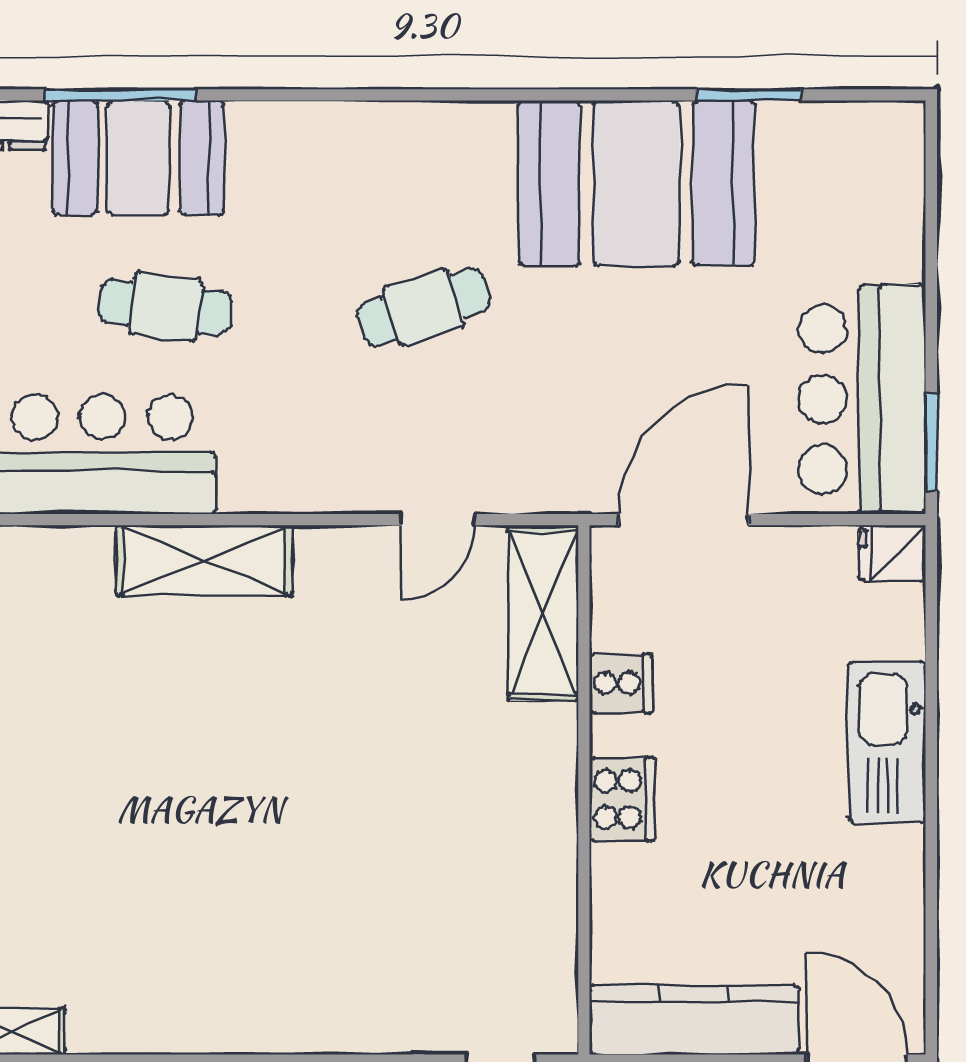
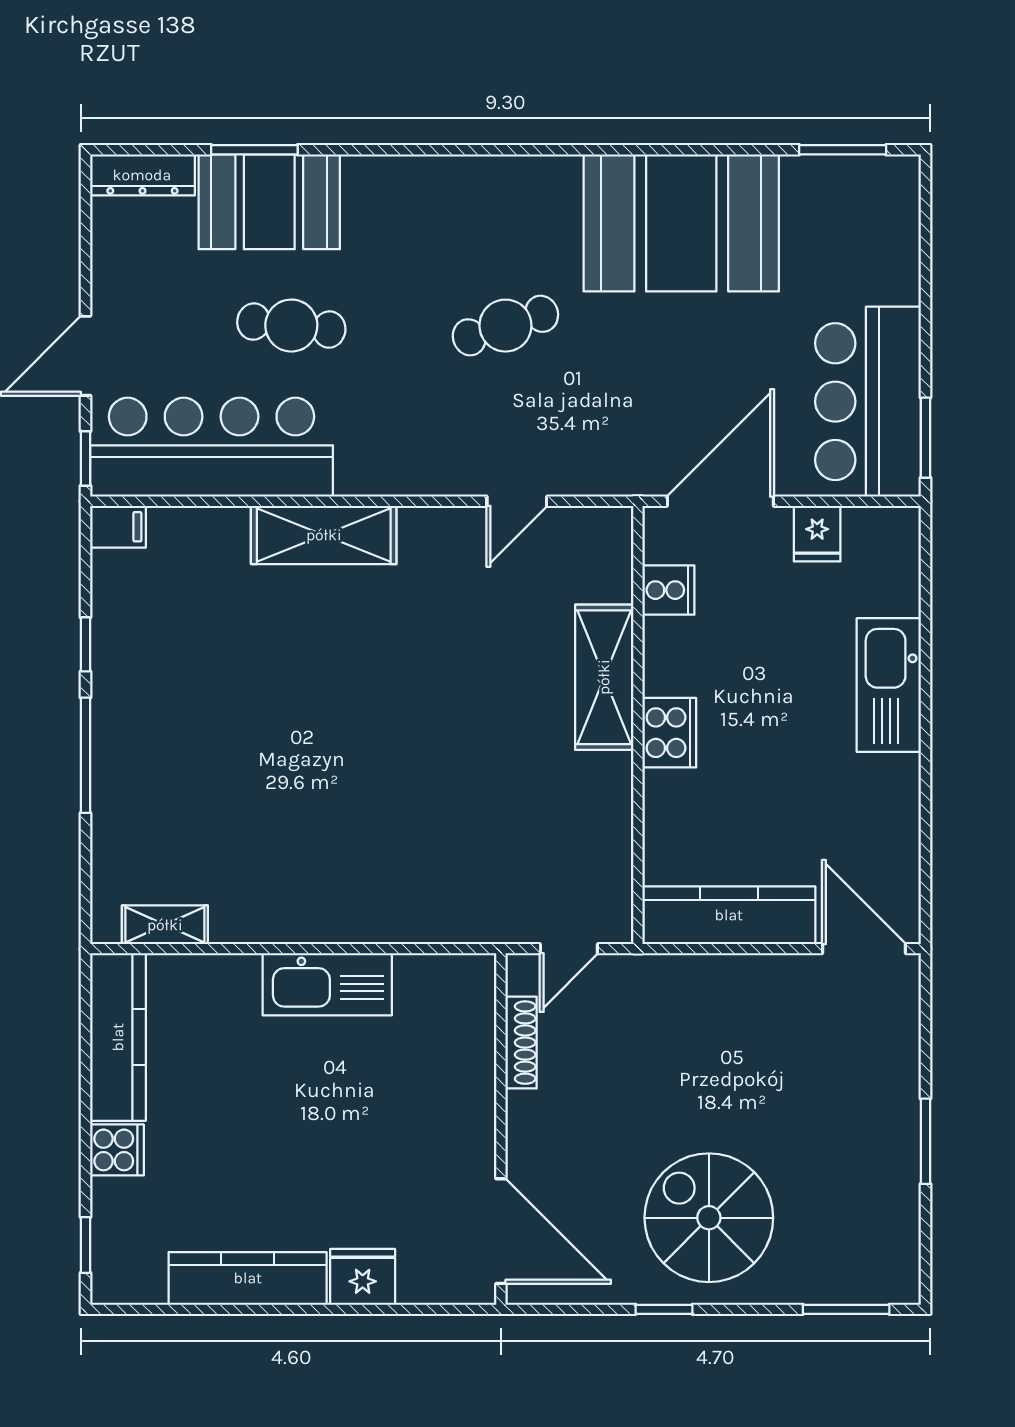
window: (120, 95) -> (254, 150), width x0.69
window: (749, 95) -> (843, 150), moved
fridge: (892, 553) -> (817, 534), moved, turned -90
shelving: (543, 613) -> (604, 677), moved
cooker: (621, 683) -> (668, 590), moved

